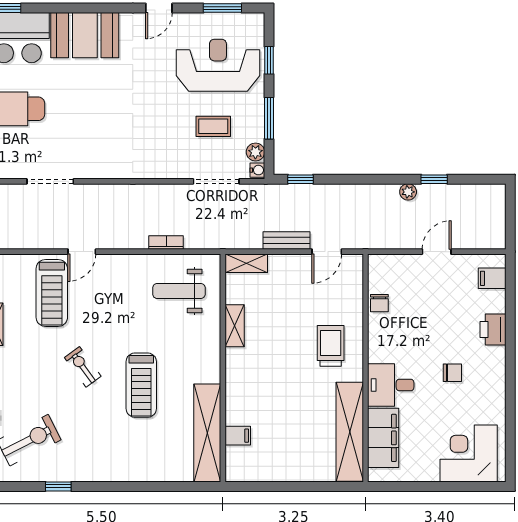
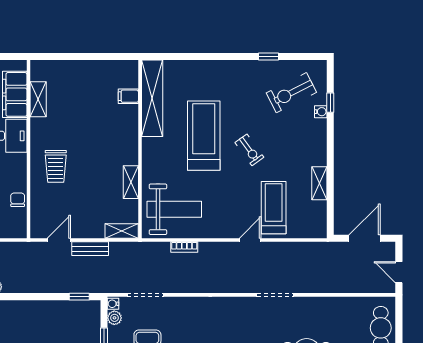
weight bench: (179, 291) -> (174, 209), width x1.36, depth x1.33
treadmill: (141, 385) -> (204, 136), width x1.37, depth x1.38
shelving: (350, 432) -> (38, 99), width x0.45, depth x0.75

